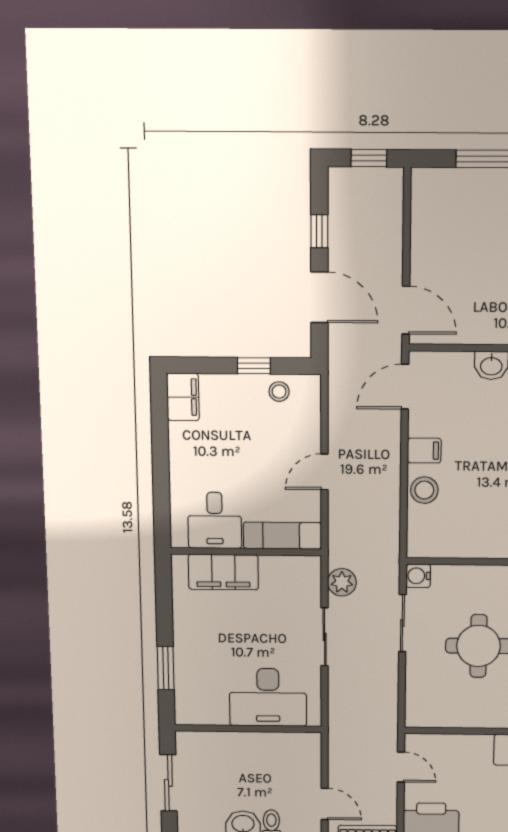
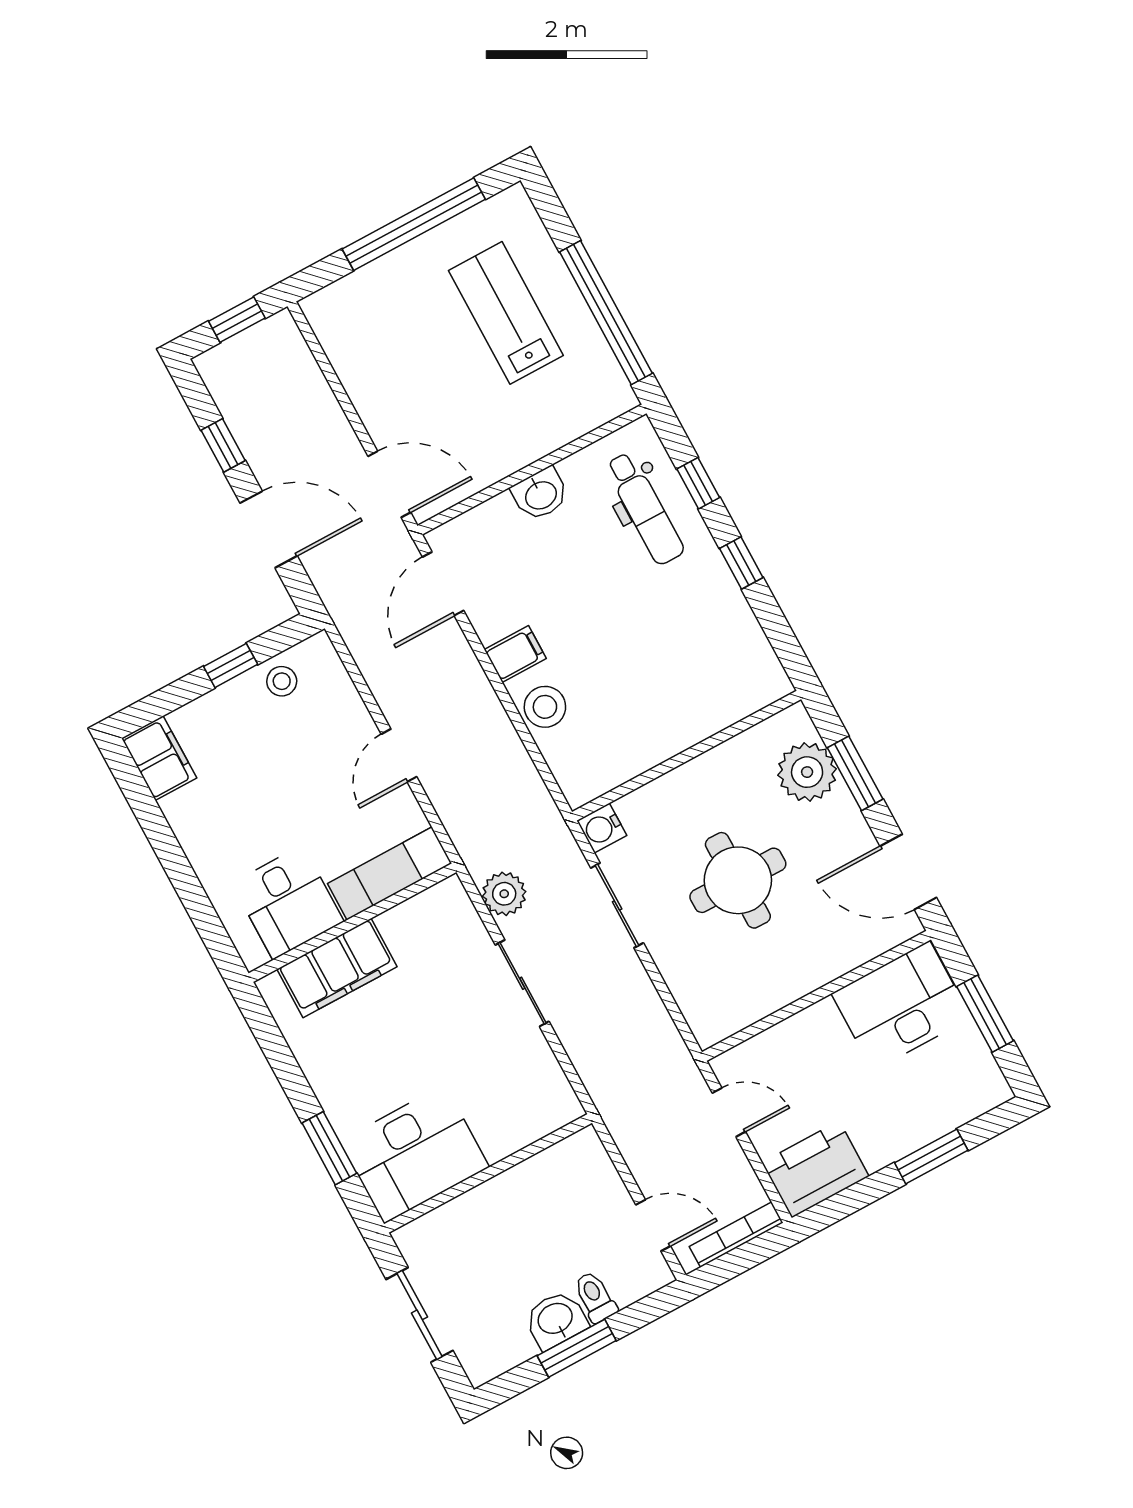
desk: (268, 697) -> (414, 1154), moved

